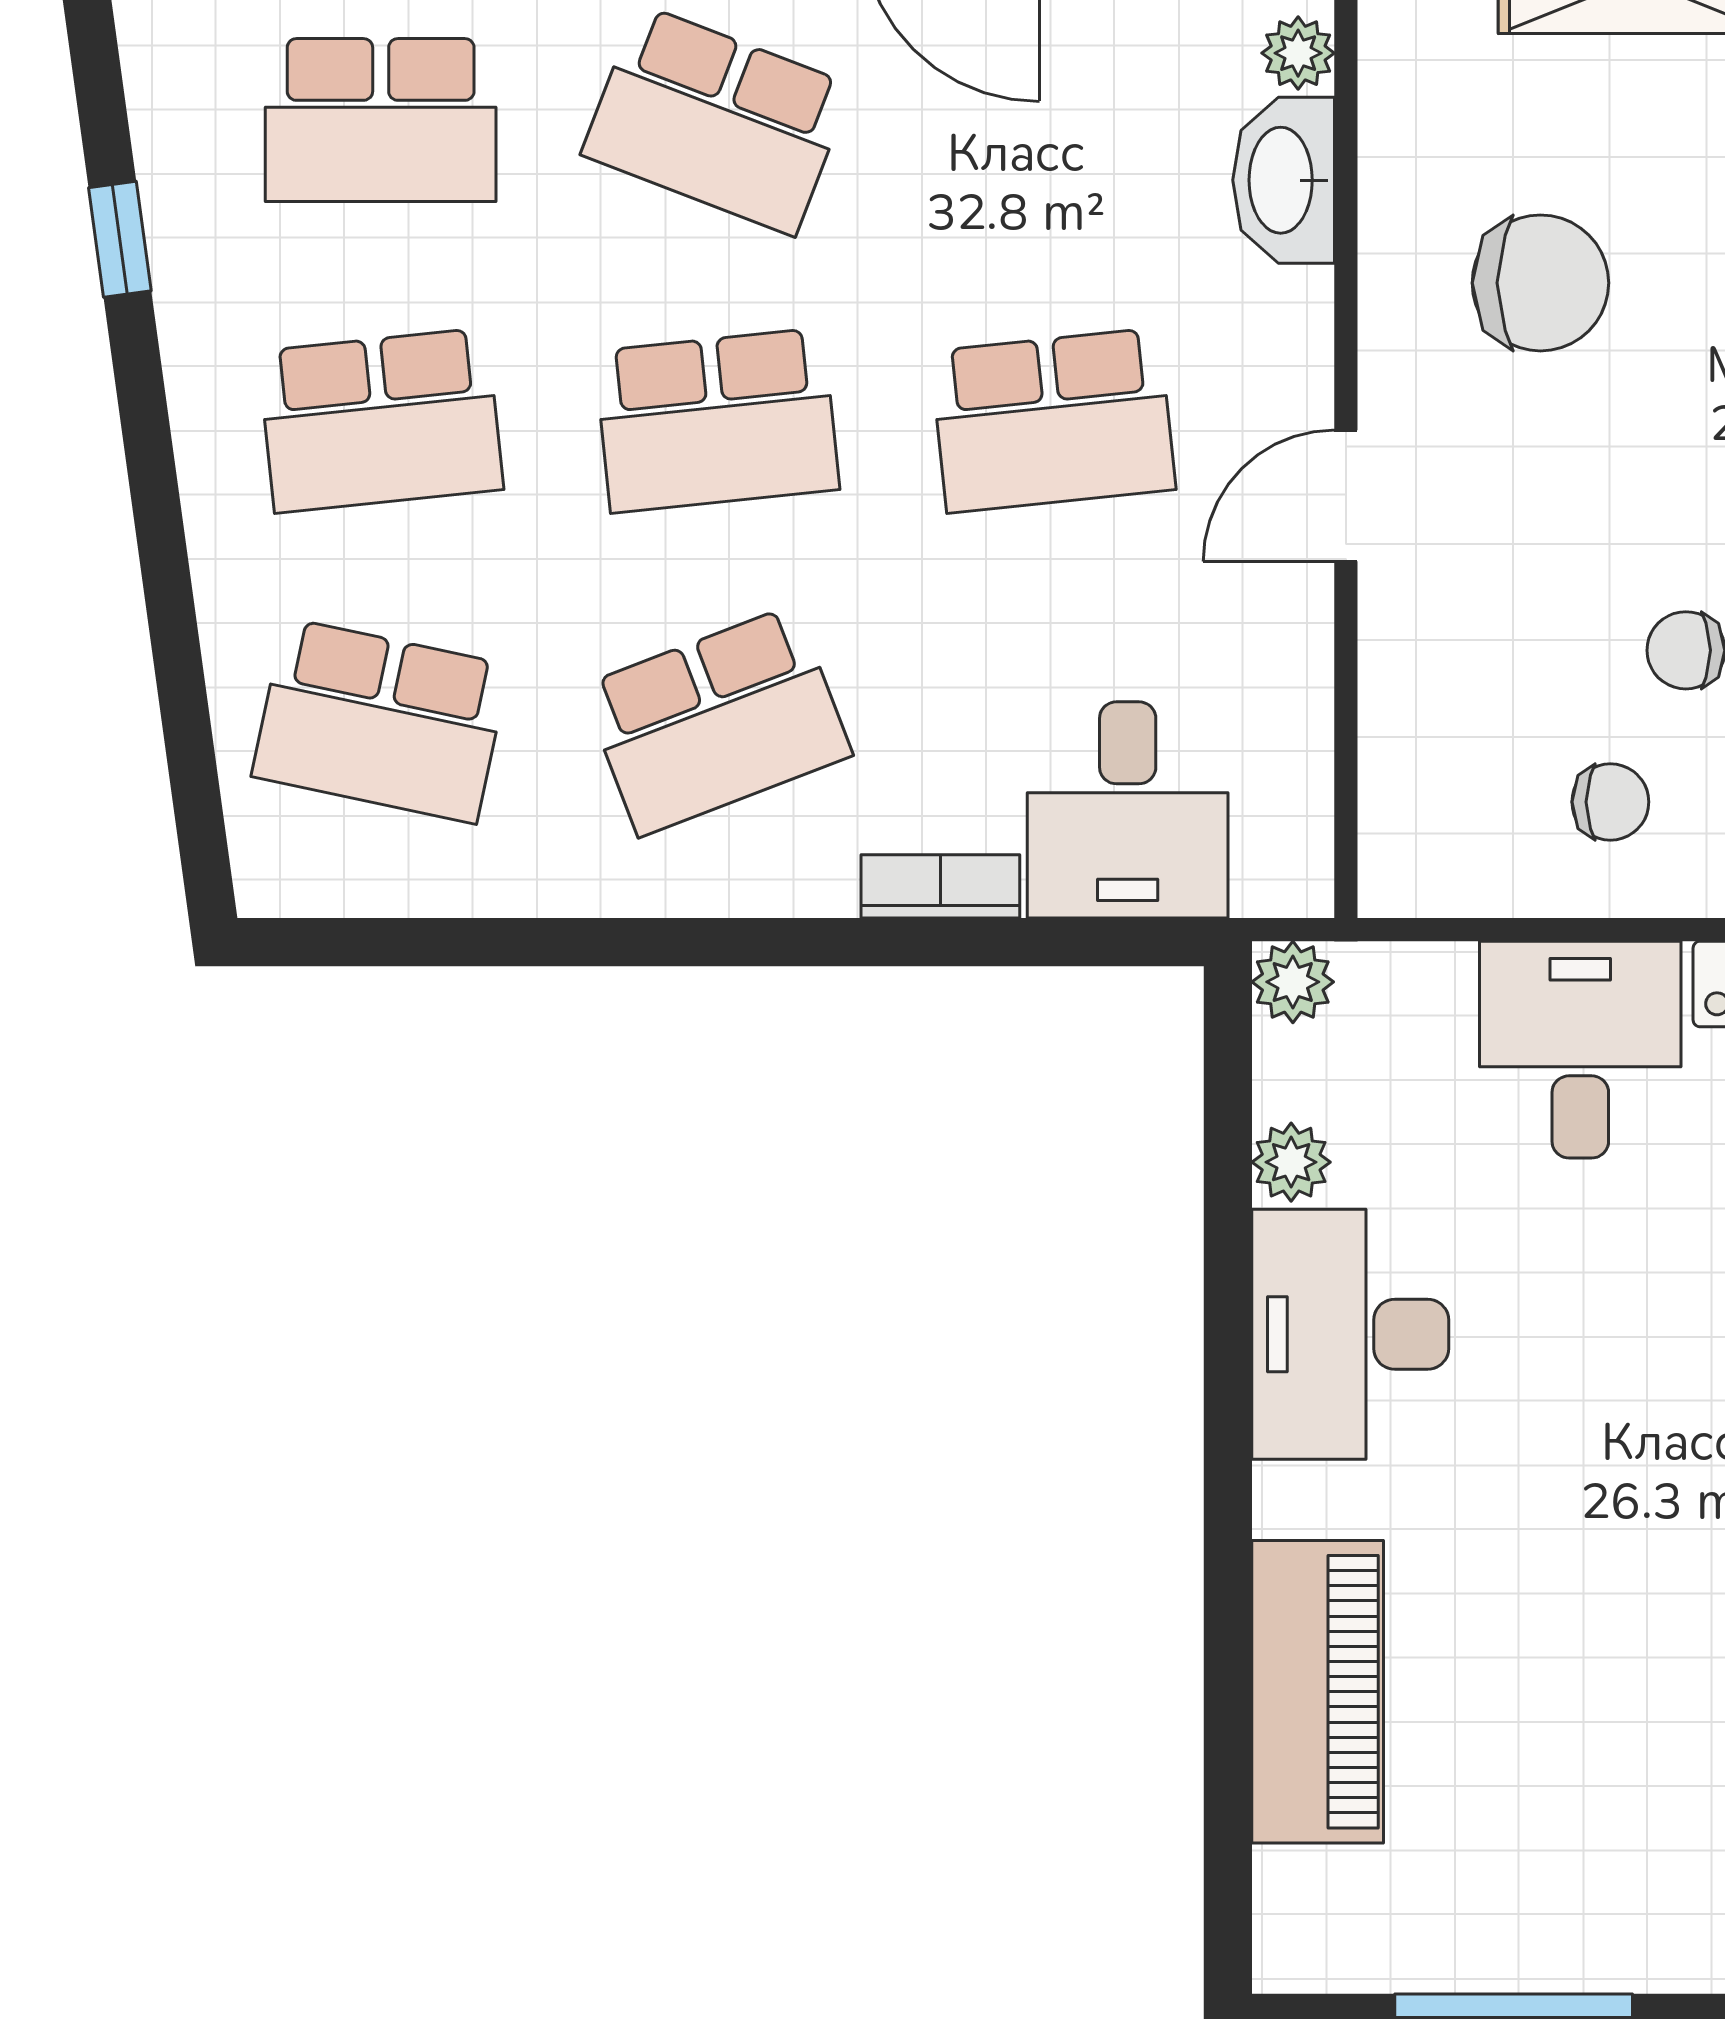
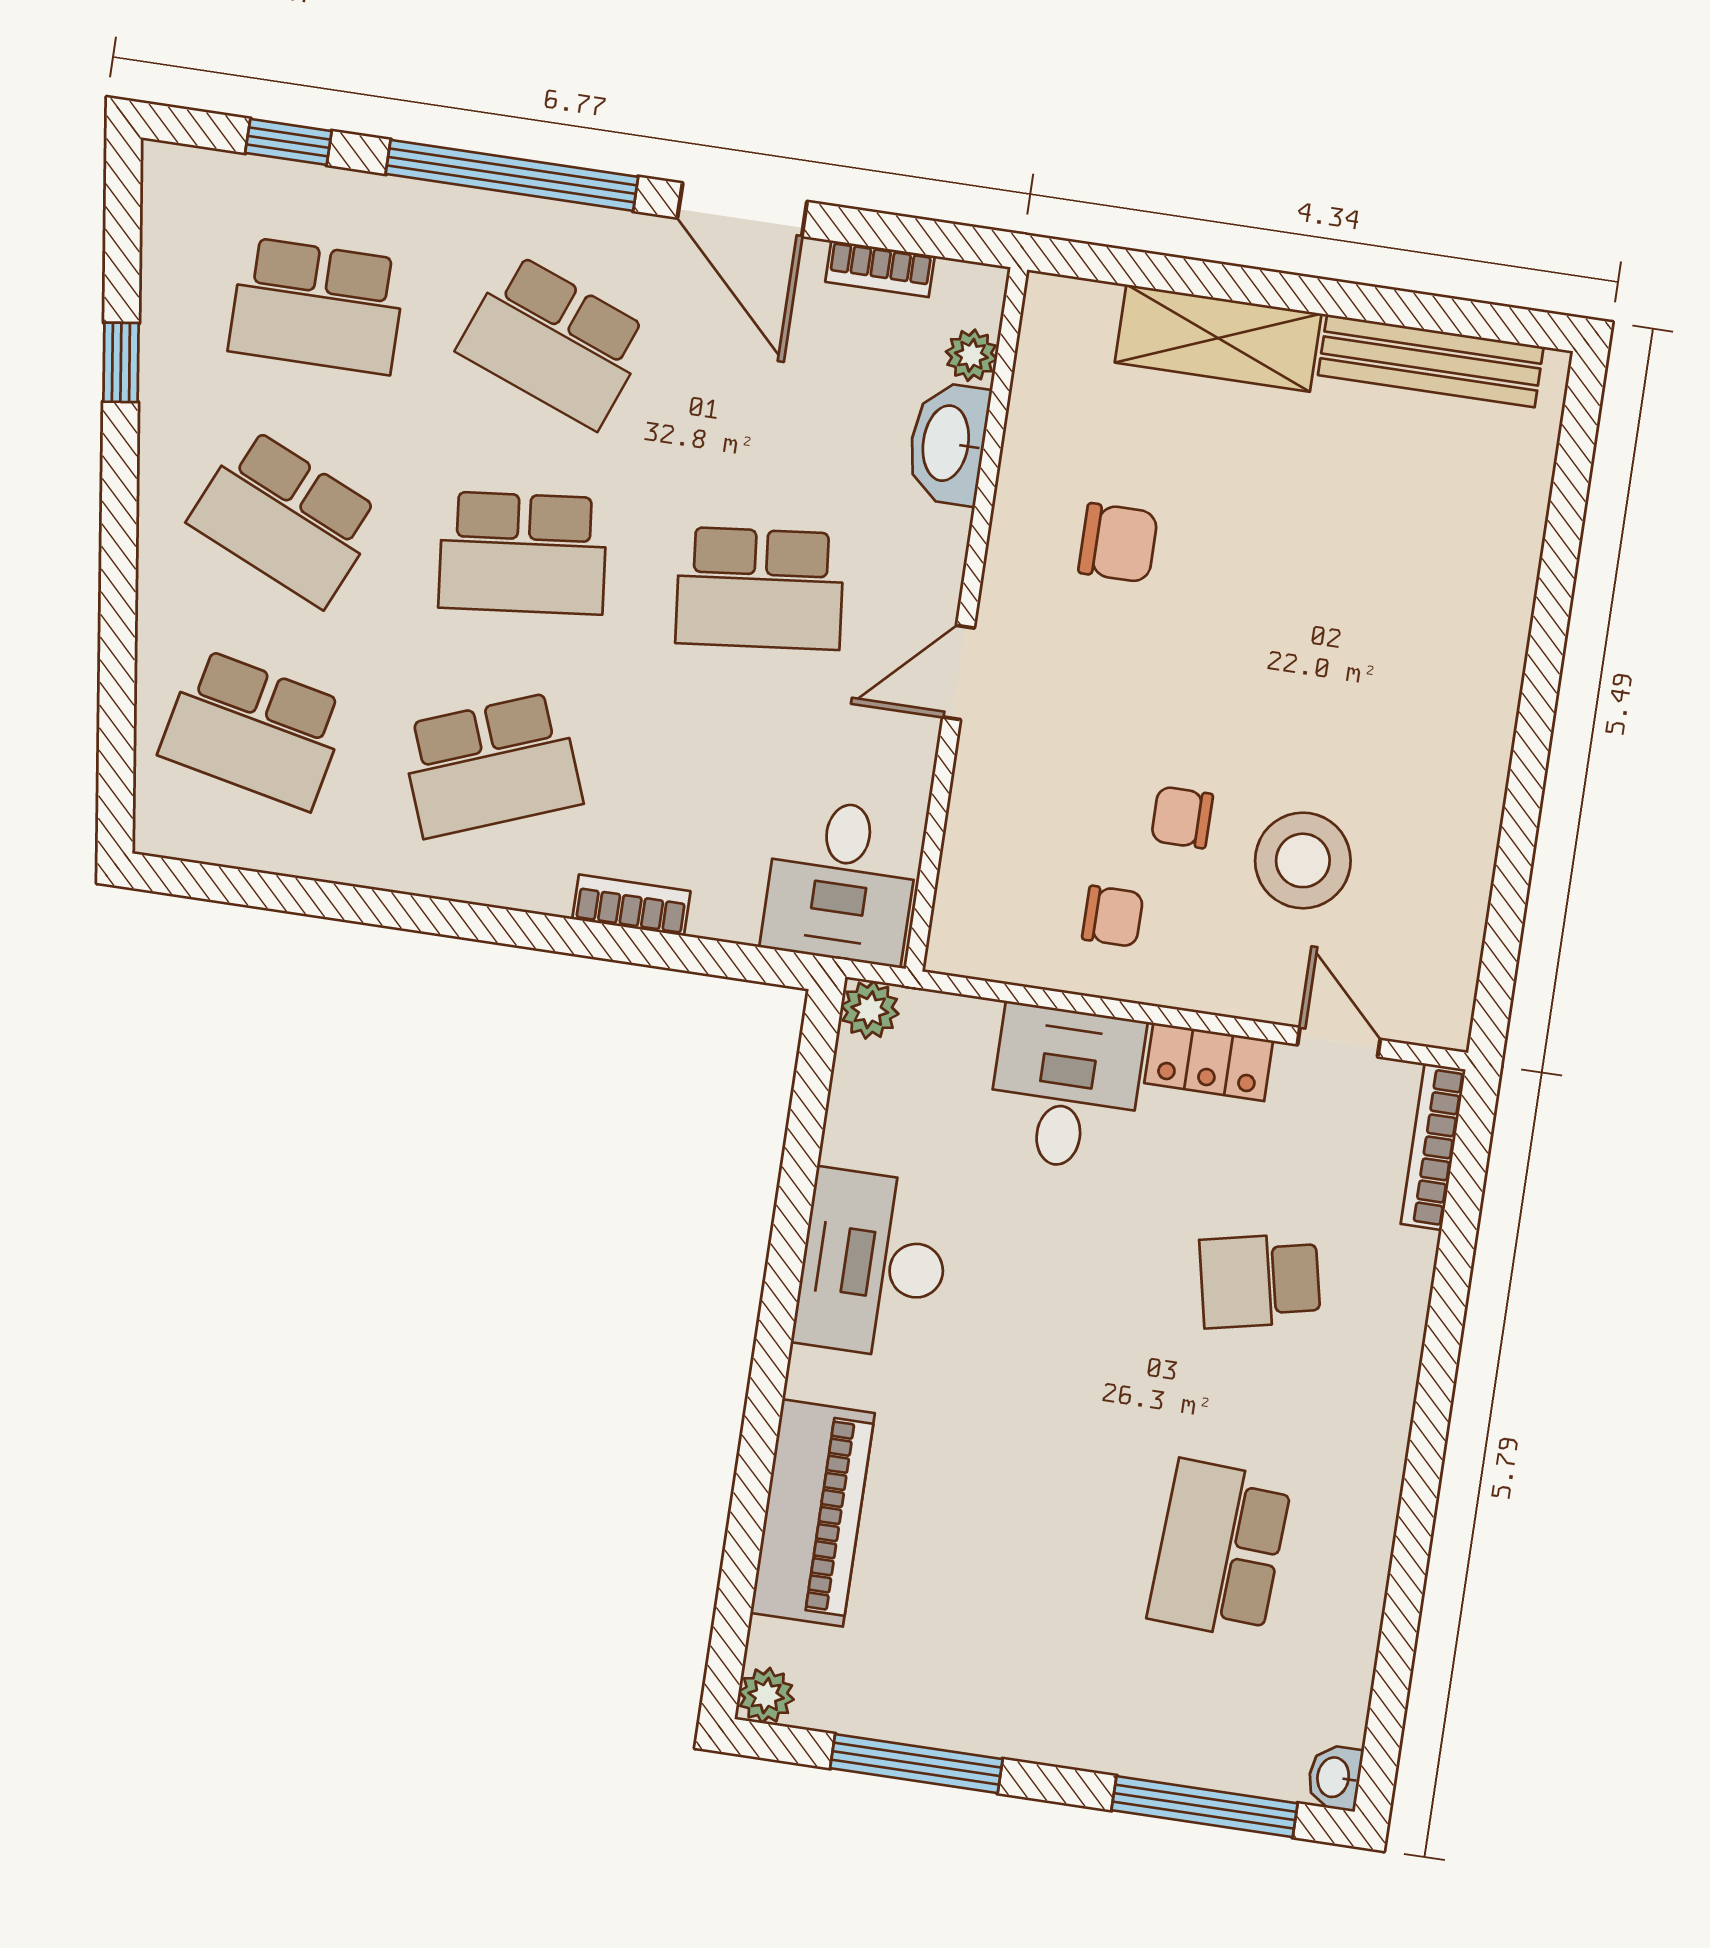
chair: (1540, 283) -> (1118, 543), width x0.73, depth x0.73
school desk: (381, 420) -> (286, 518), turned 30
desk: (1128, 810) -> (841, 881), moved
plant: (1291, 1162) -> (766, 1696), moved

